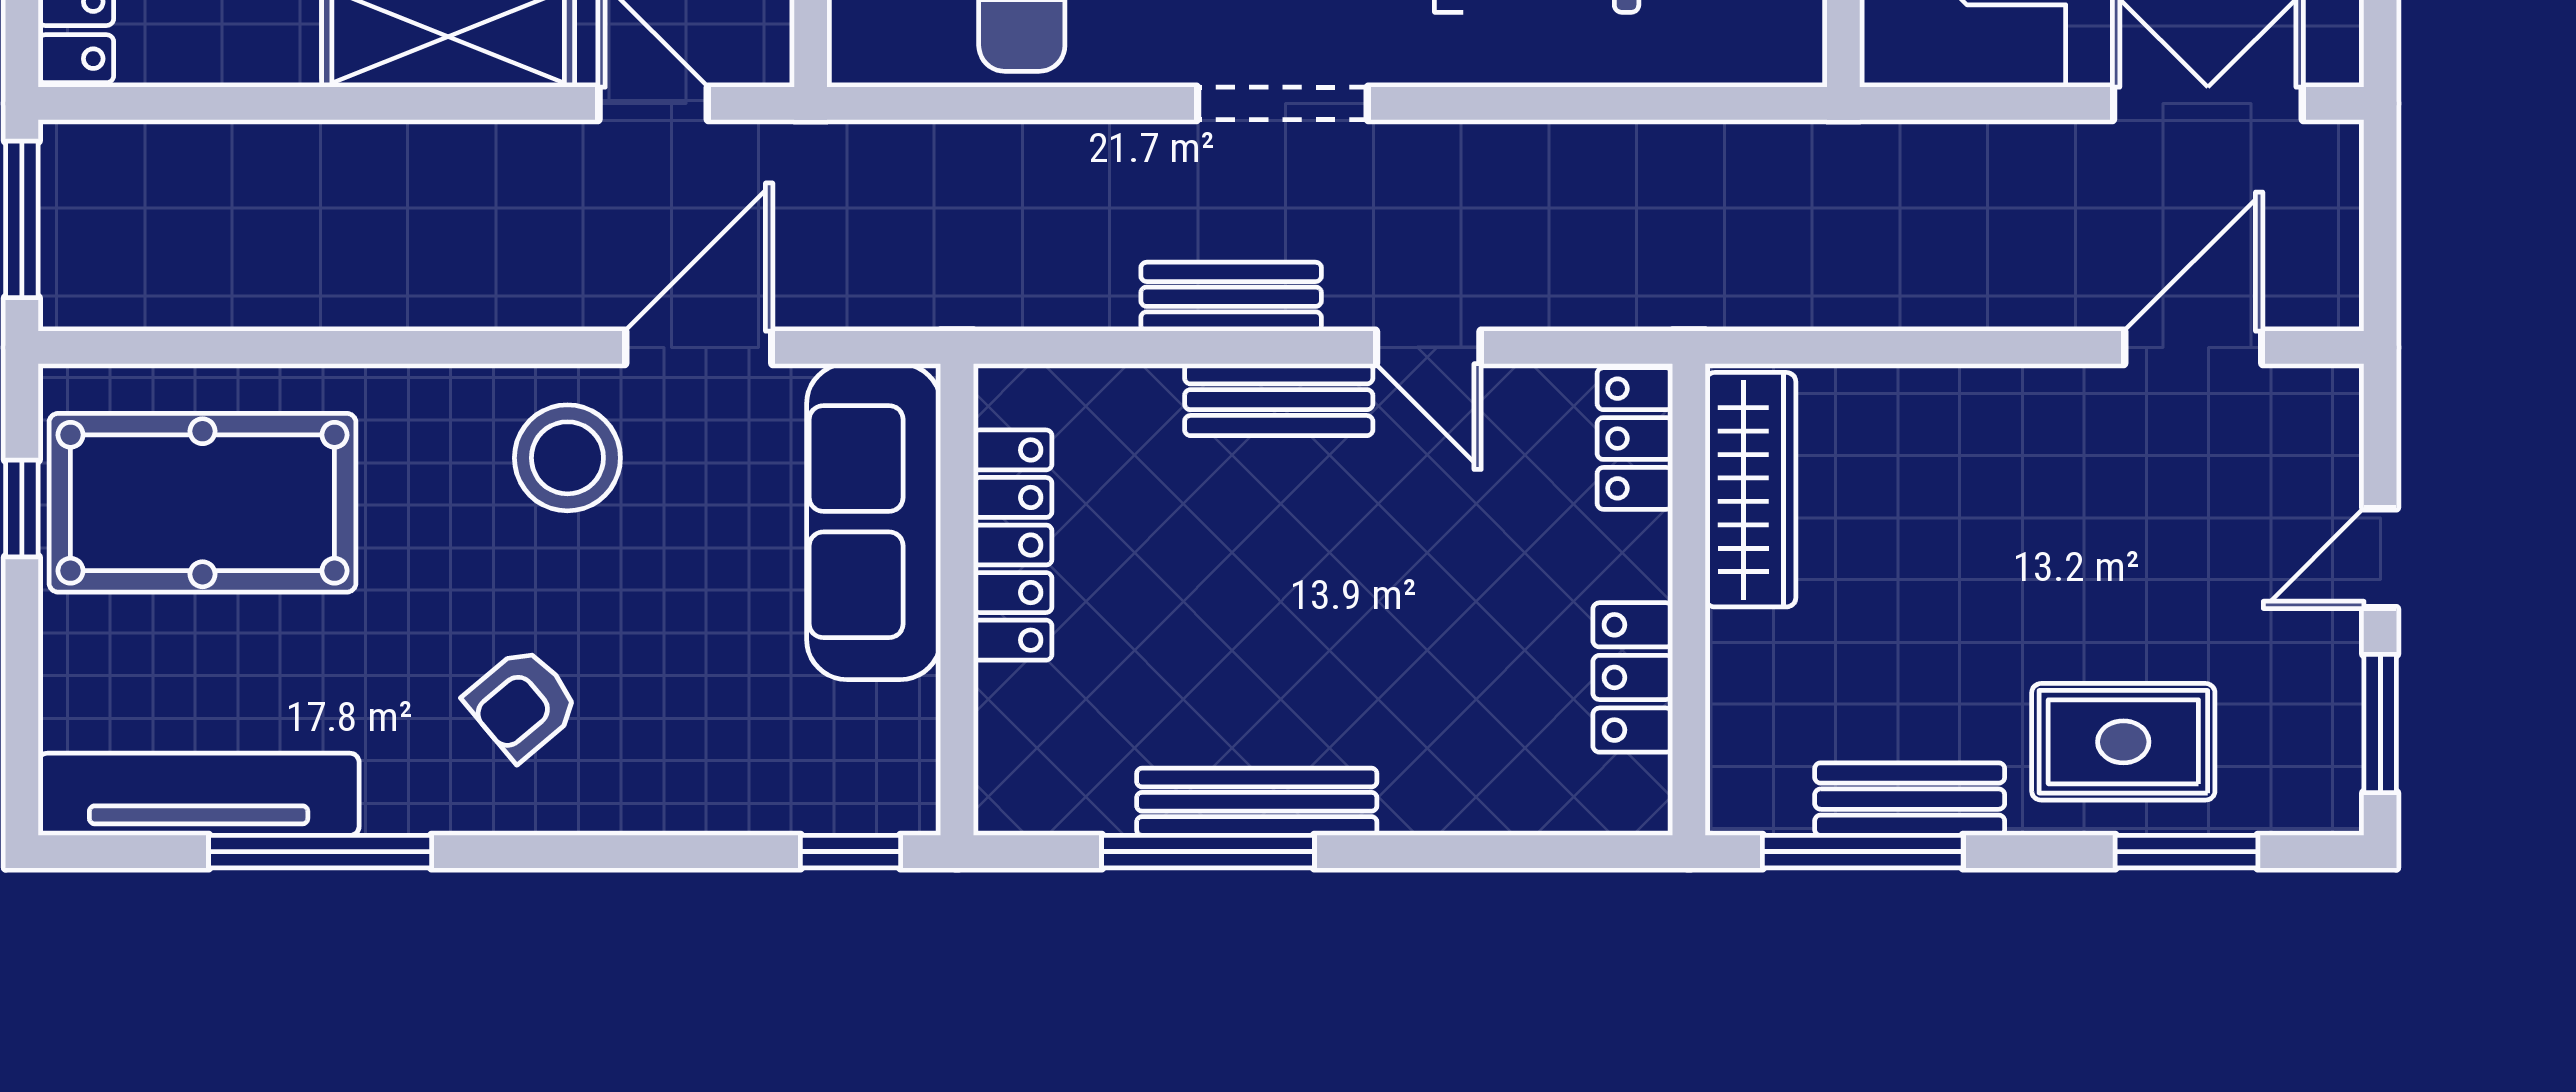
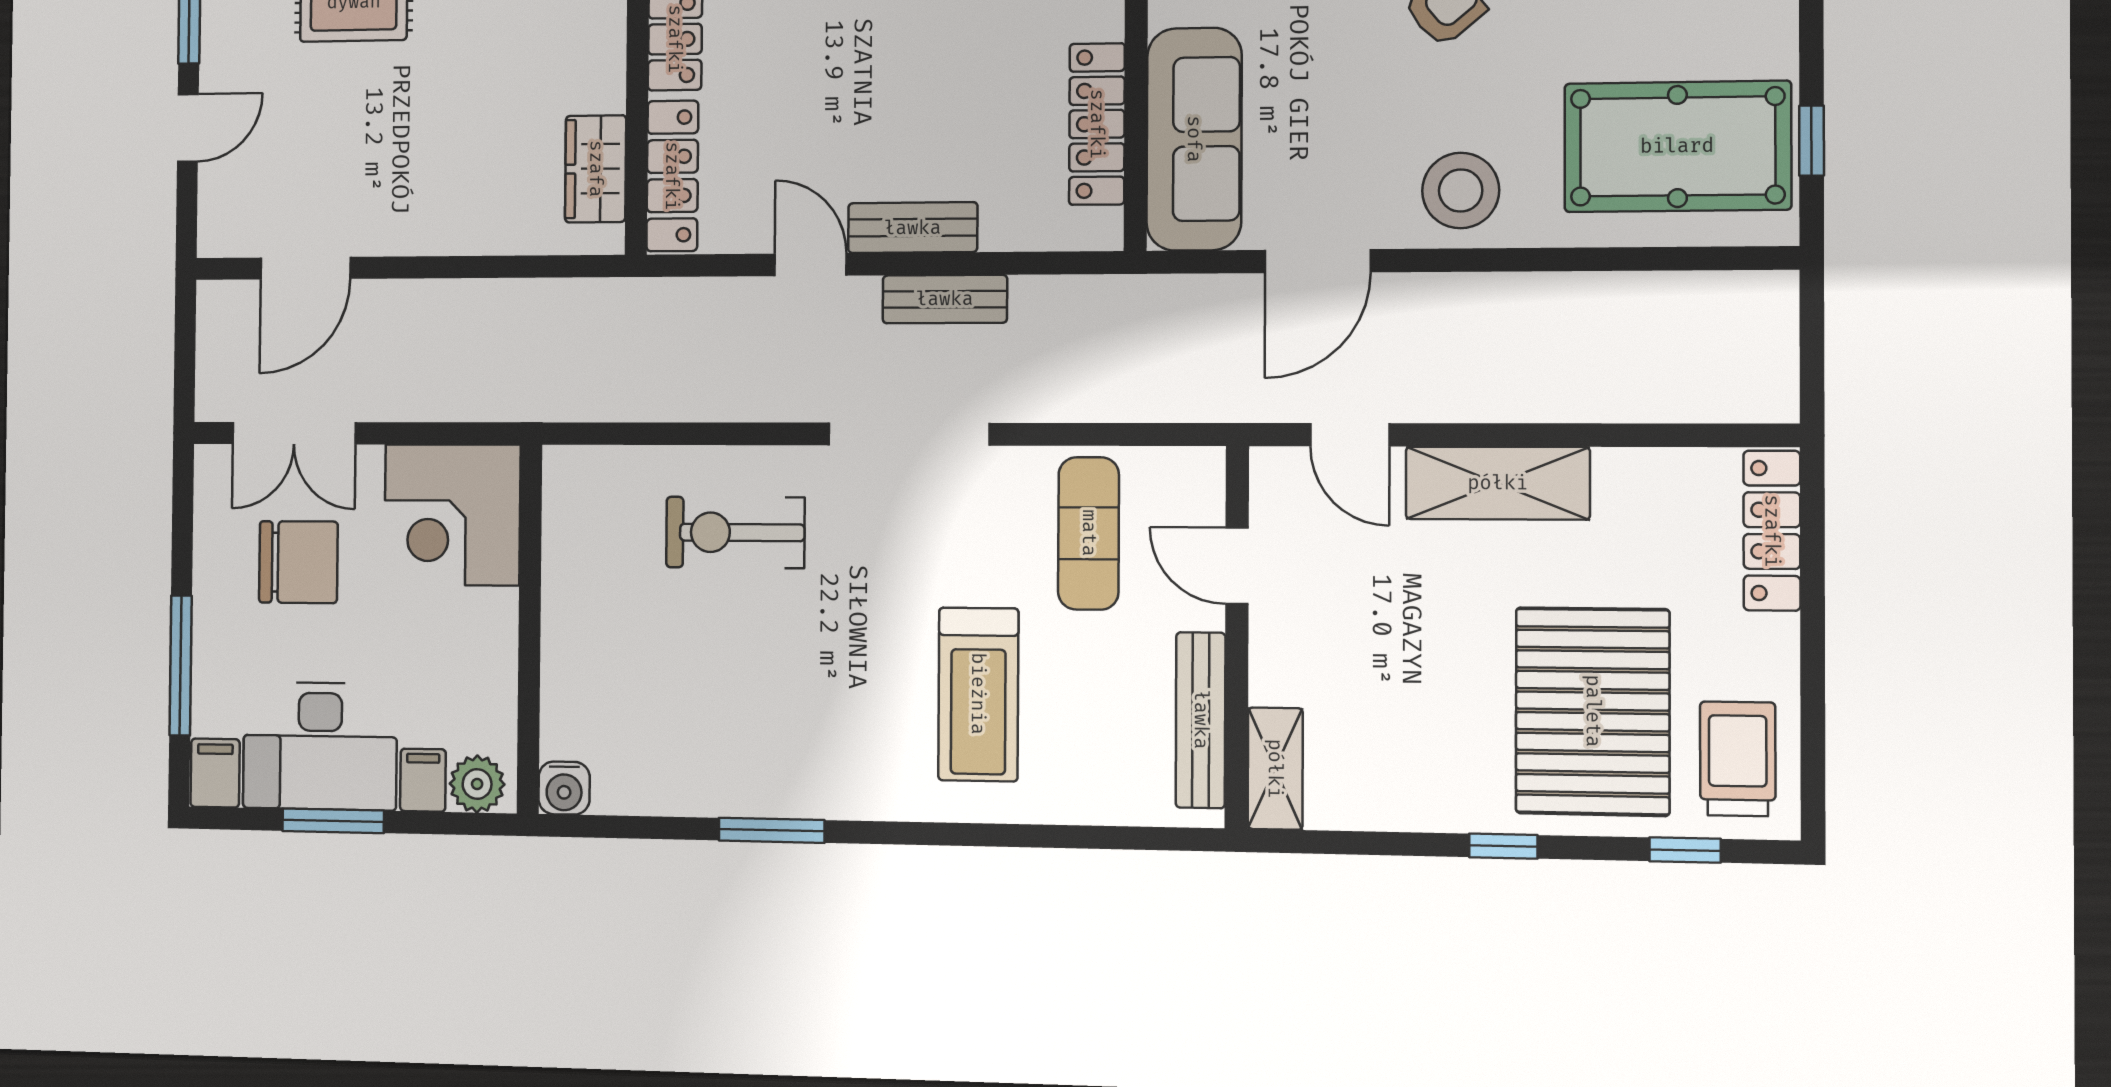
doorway: (1282, 103) -> (909, 434), width x1.36
window: (22, 219) -> (1812, 351), removed
locker: (1635, 439) -> (672, 176), width x1.53
stool: (567, 458) -> (1461, 191), moved
wardrobe: (1751, 490) -> (596, 169), width x0.67

